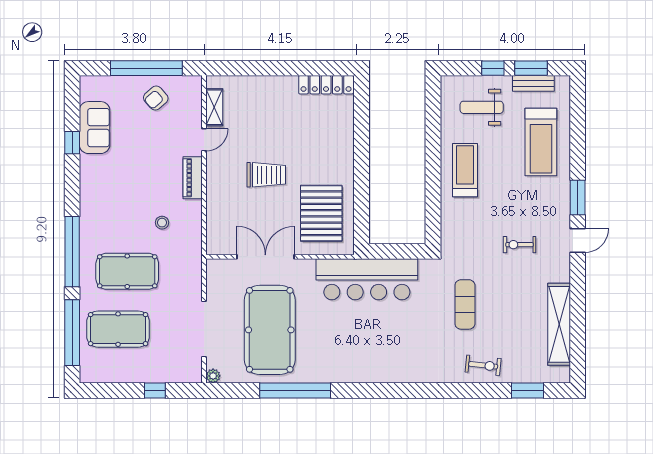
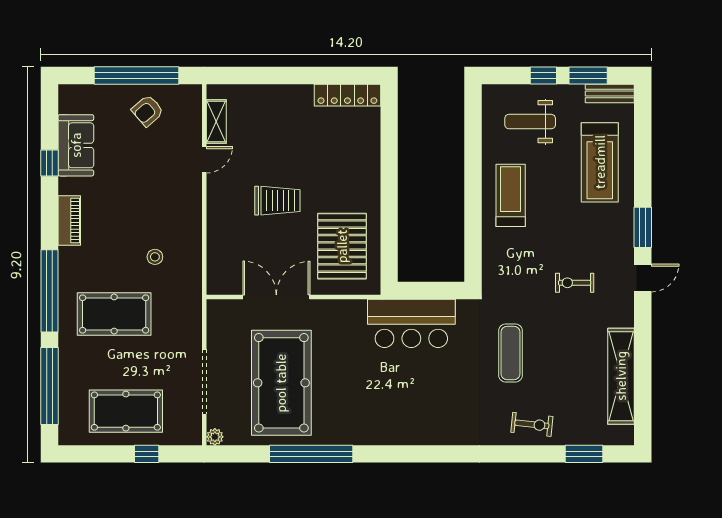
bench: (533, 83) -> (610, 93), moved
piano: (193, 178) -> (69, 221), moved, turned 180
bar counter: (367, 279) -> (411, 323), width x0.73
pool table: (118, 329) -> (126, 411), moved

